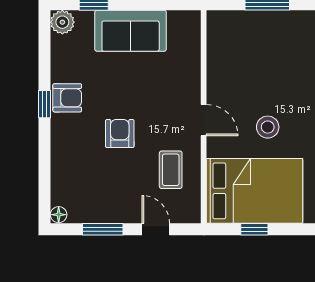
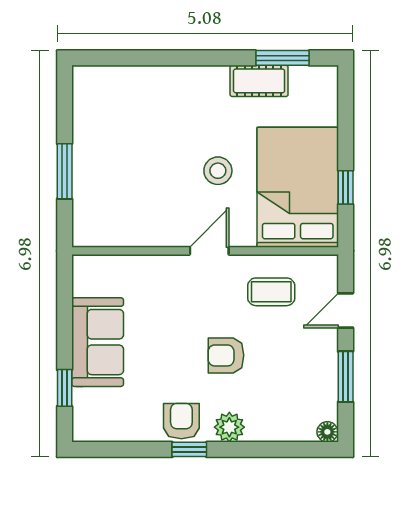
plant: (62, 22) -> (229, 427), moved

